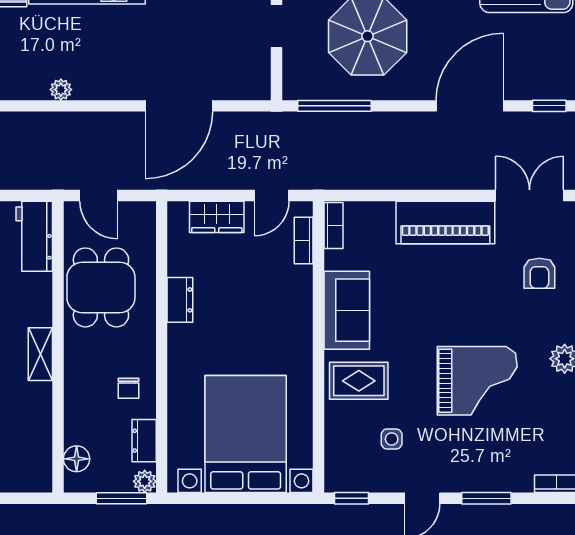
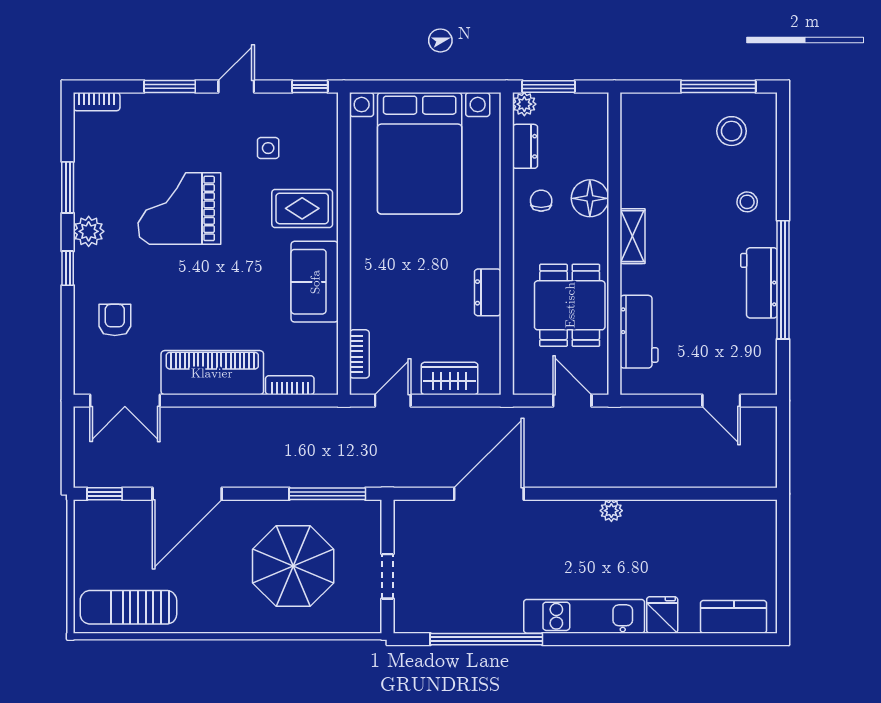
bookcase: (333, 225) -> (290, 385), moved, turned 90
workbench: (34, 236) -> (639, 332), moved
floor lamp: (77, 459) -> (590, 198), moved, width x1.38, depth x1.38

